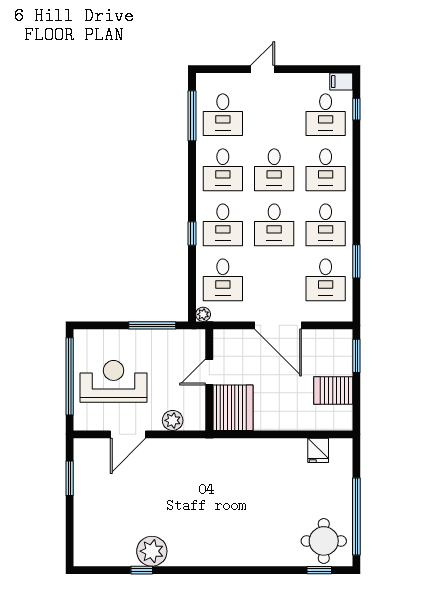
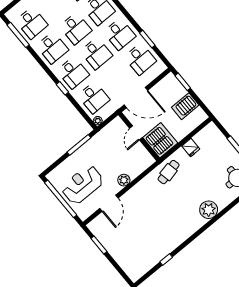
door: (209, 372) -> (136, 133), moved
wall: (209, 380) -> (139, 137), moved
server rack: (233, 408) -> (160, 140), moved
fridge: (318, 450) -> (191, 147), moved
cafe table: (240, 458) -> (169, 172), added
plant: (152, 551) -> (209, 210), moved

